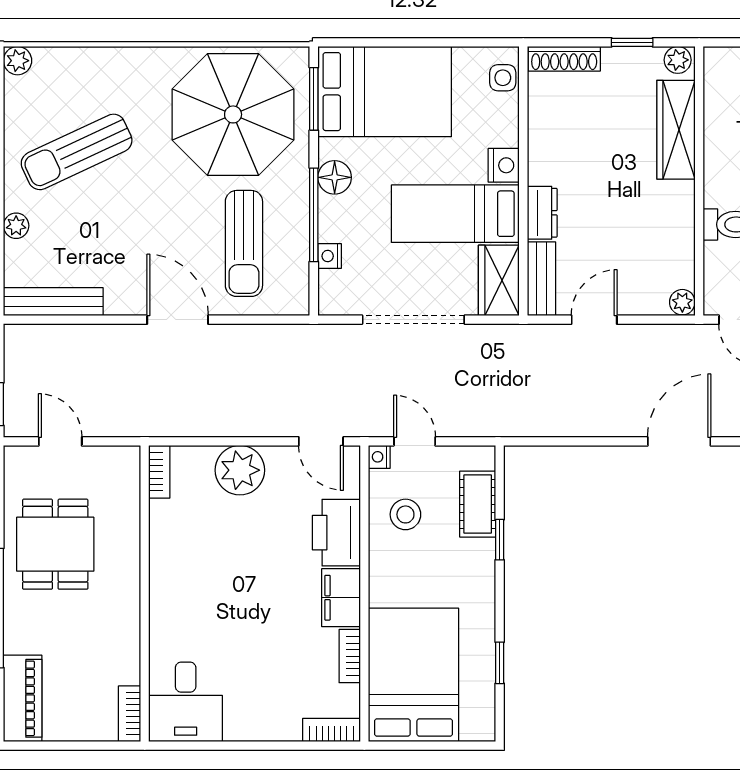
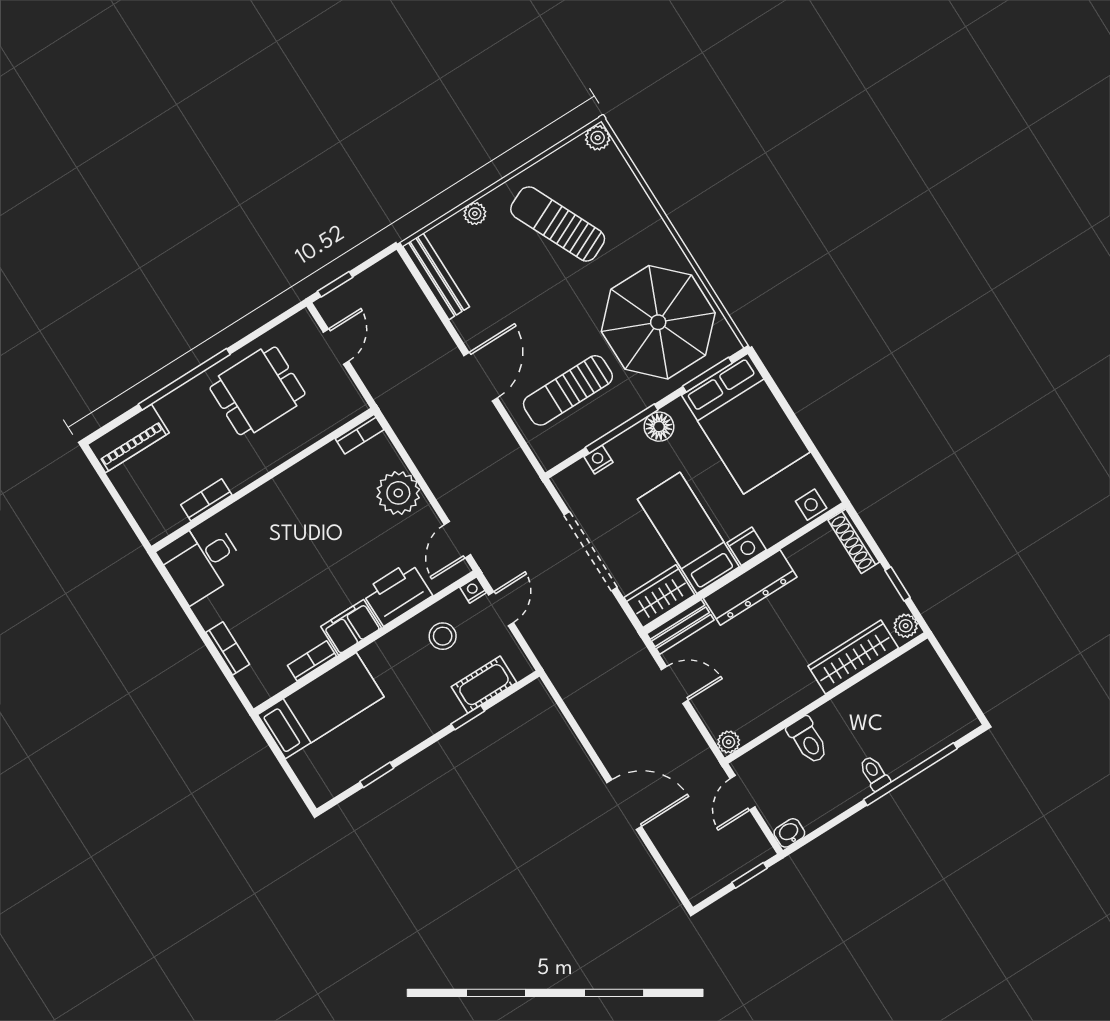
dresser: (542, 213) -> (750, 588), width x1.96, depth x1.24
bed: (414, 675) -> (321, 706), width x0.67
bookcase: (130, 714) -> (206, 500), moved
bookcase: (331, 730) -> (228, 648), moved

